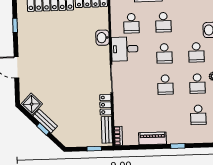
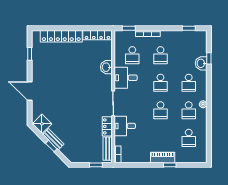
desk: (125, 104) -> (125, 126), added
piano: (153, 138) -> (163, 157), moved

